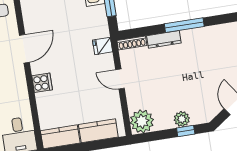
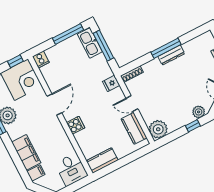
dresser: (164, 39) -> (171, 55), moved
plant: (182, 119) -> (199, 112), moved
kitchen counter: (98, 131) -> (134, 128), moved, turned -90

